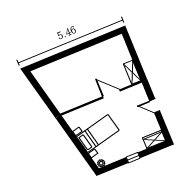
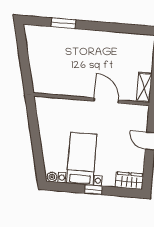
window: (57, 57) -> (63, 23), added
bed with nightstands: (98, 133) -> (82, 159), moved, turned -77

